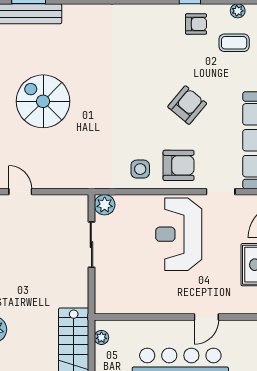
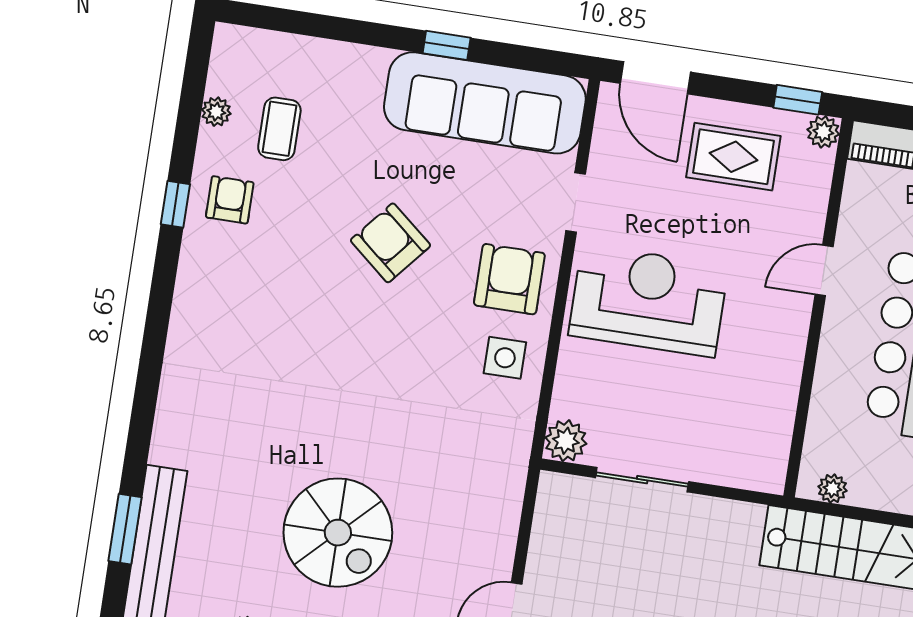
spiral stairs: (43, 101) -> (338, 533), turned -90
reception desk: (179, 234) -> (648, 300), turned 180
door: (206, 317) -> (824, 270), swing flipped

